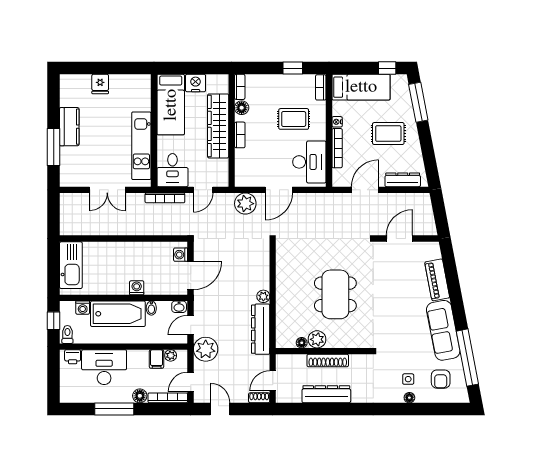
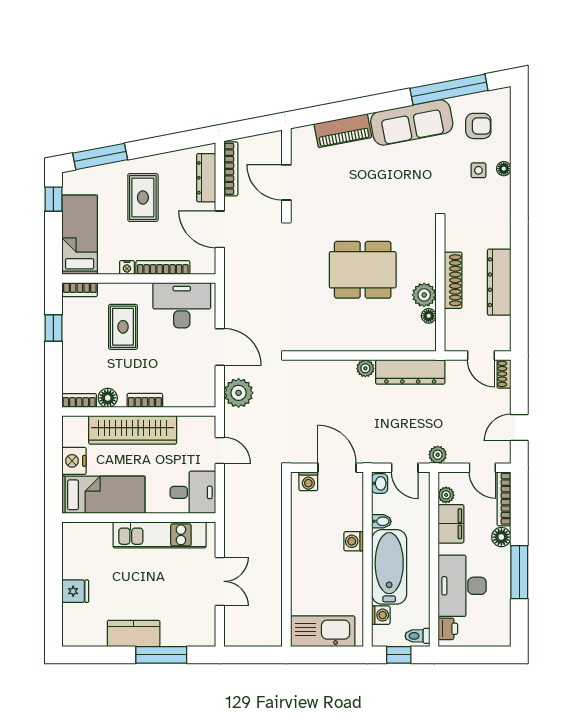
bookcase: (165, 198) -> (231, 169), moved
plant: (206, 349) -> (438, 455), width x0.53, depth x0.53
filing cabinet: (157, 359) -> (451, 524), width x2.00

